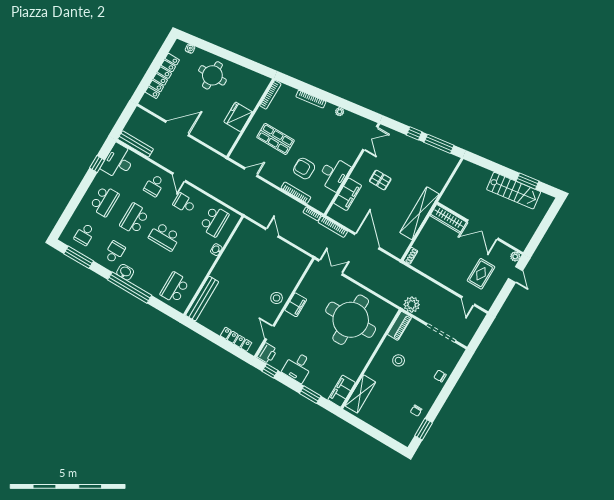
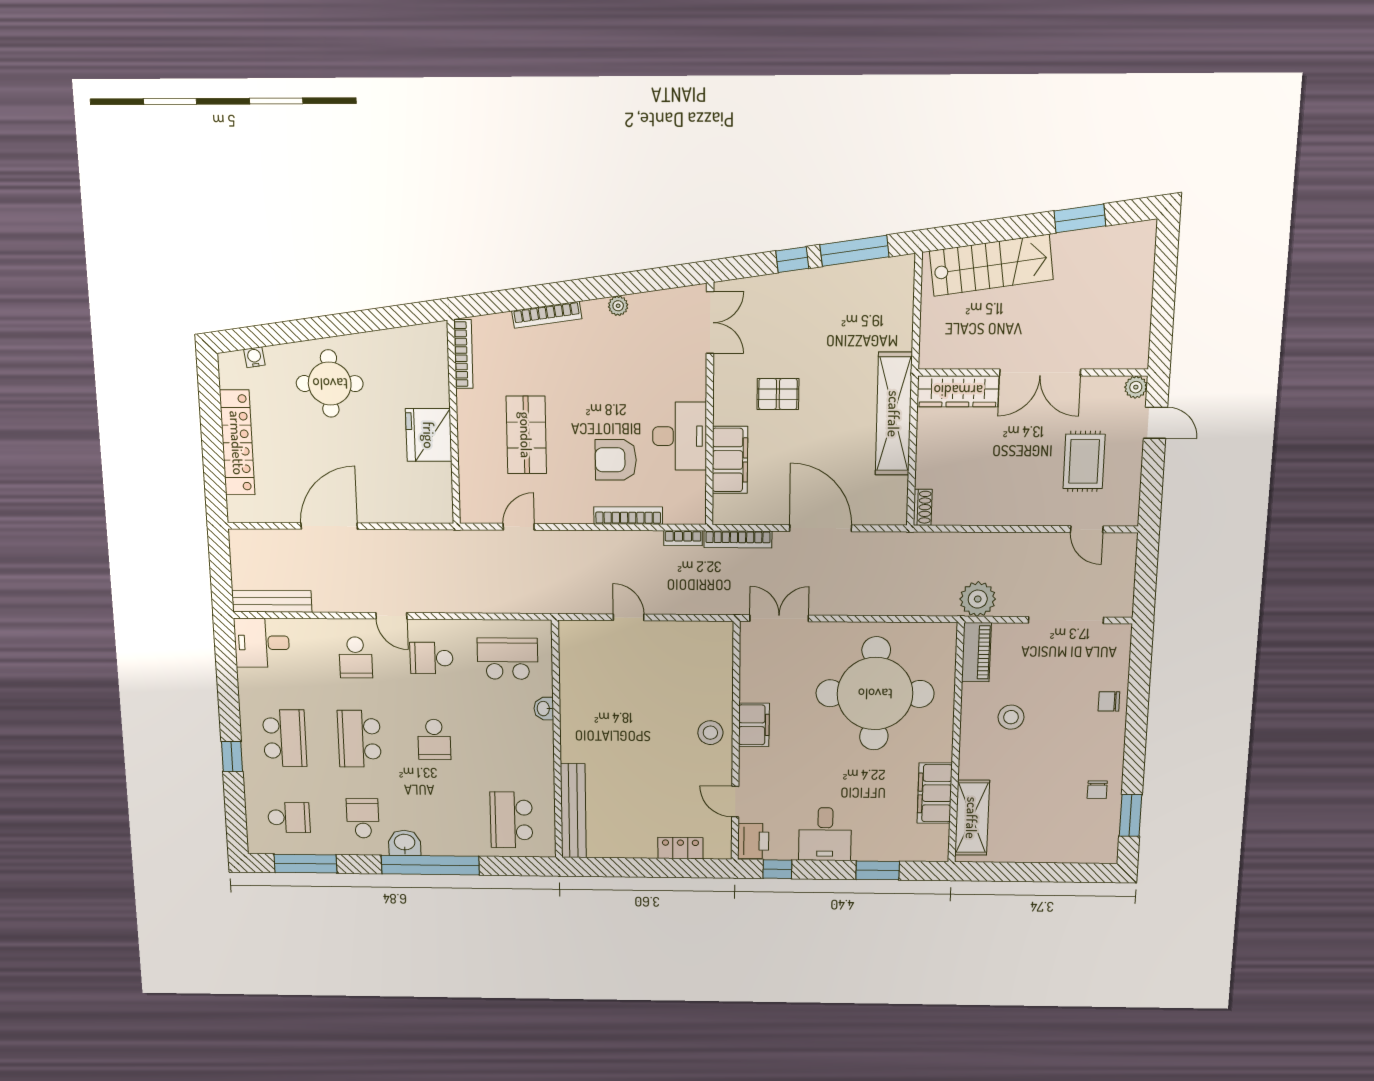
shop shelf: (276, 139) -> (526, 435), turned 90
desk: (118, 161) -> (262, 643), width x0.73
window: (97, 164) -> (232, 756), moved
stairs: (514, 191) -> (991, 265), moved
school desk: (214, 221) -> (508, 659), turned -90
school desk: (85, 234) -> (289, 817), turned -90
school desk: (164, 237) -> (434, 739), width x0.54
locker: (236, 339) -> (680, 848), width x0.66
filing cabinet: (342, 391) -> (935, 793), moved

